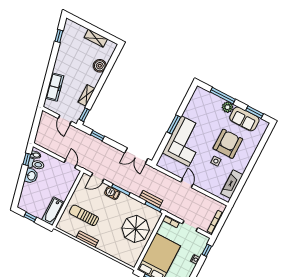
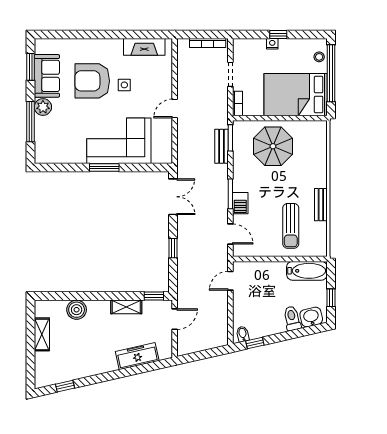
window: (97, 136) -> (173, 248), moved
toilet: (36, 164) -> (292, 318), moved
washbasin: (31, 176) -> (311, 317), moved
window: (207, 250) -> (278, 34), moved

